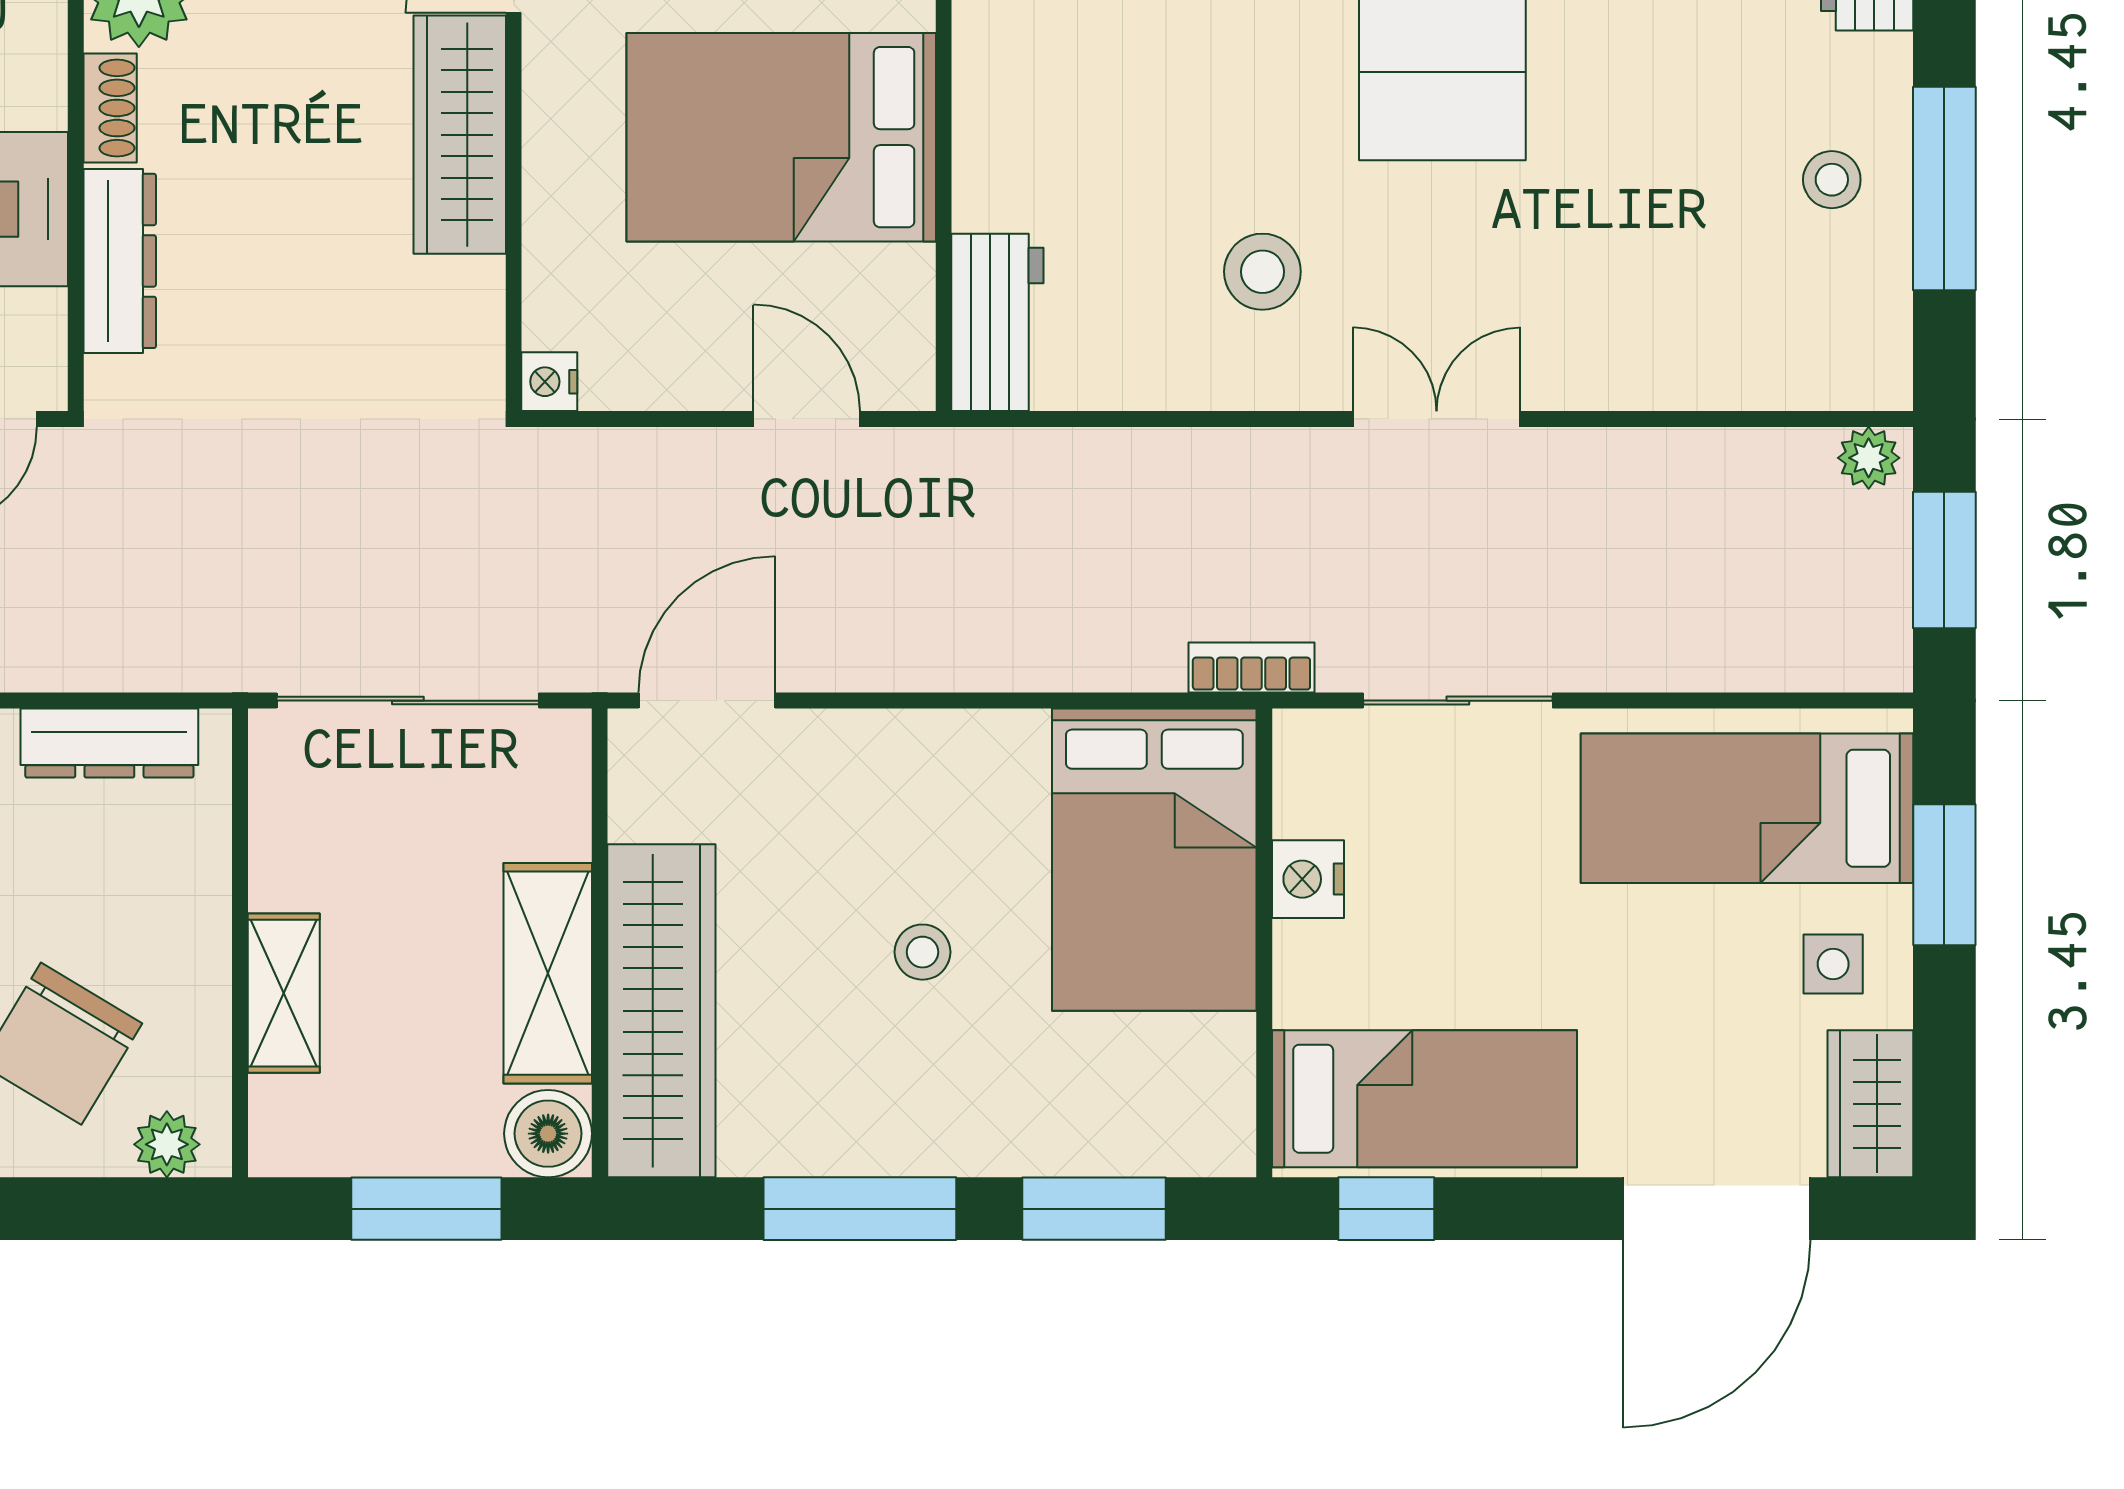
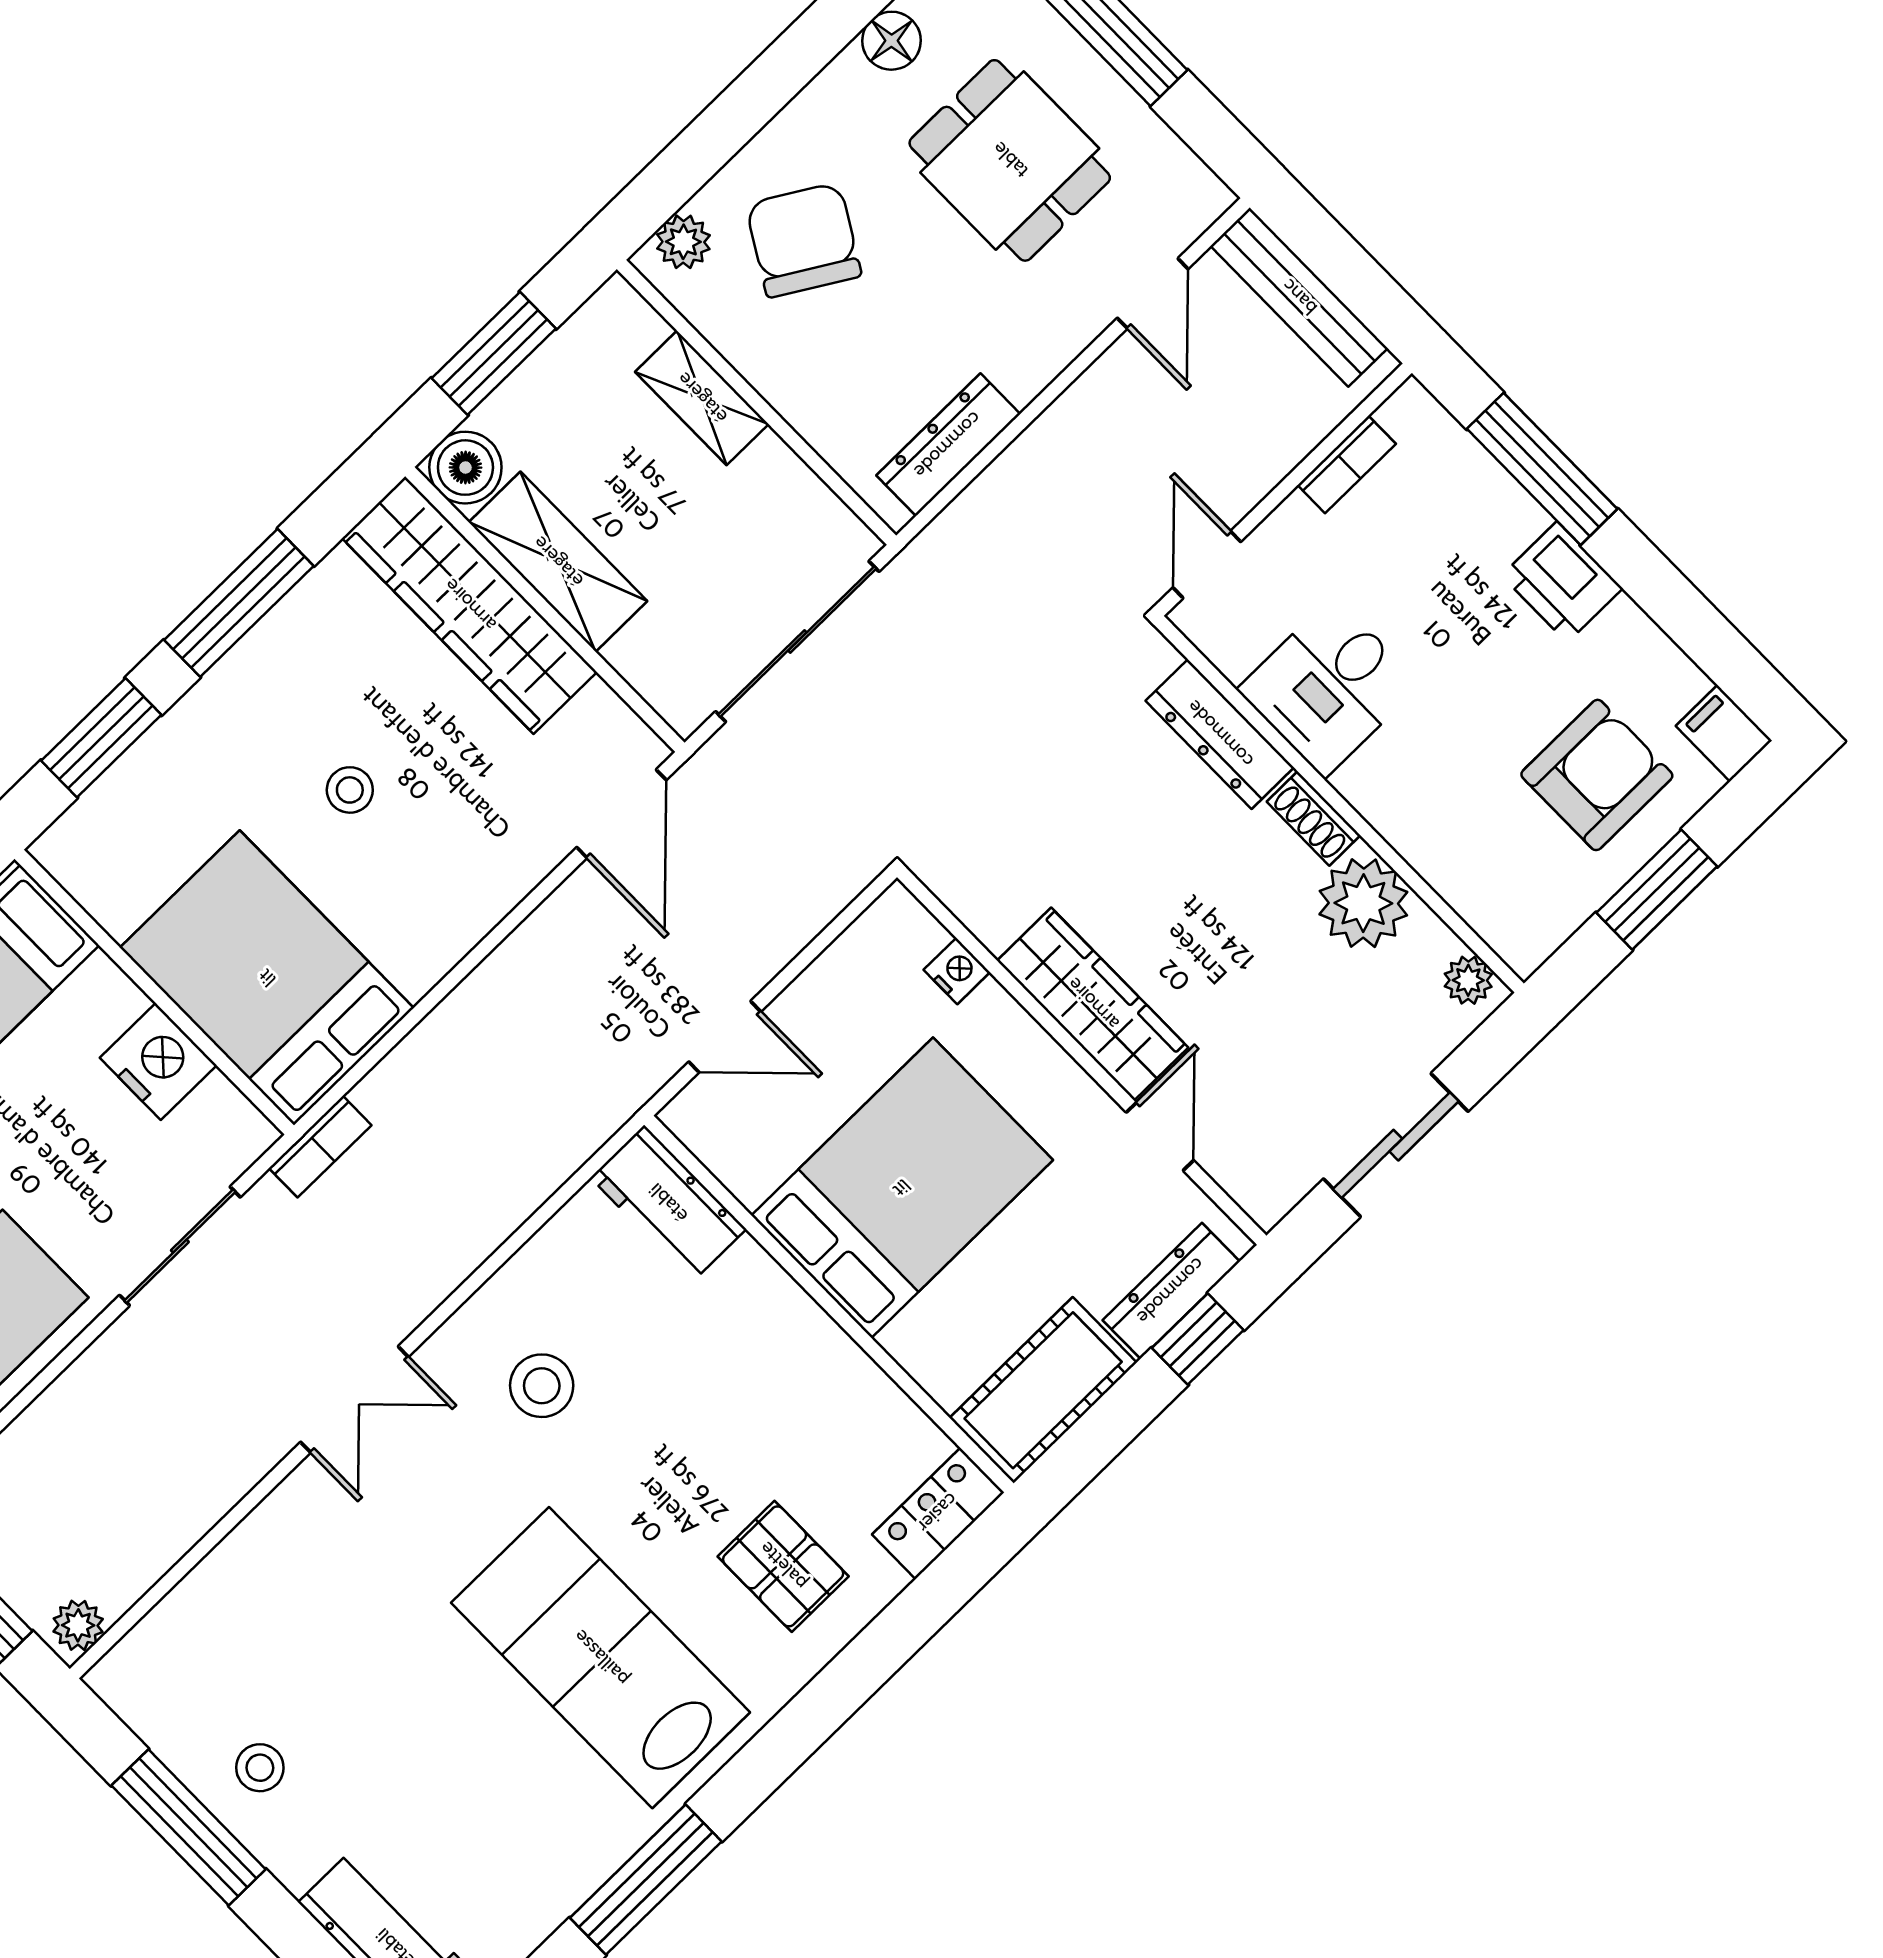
nightstand: (549, 382) -> (957, 971), moved
nightstand: (1308, 879) -> (158, 1062), width x1.36, depth x1.33

